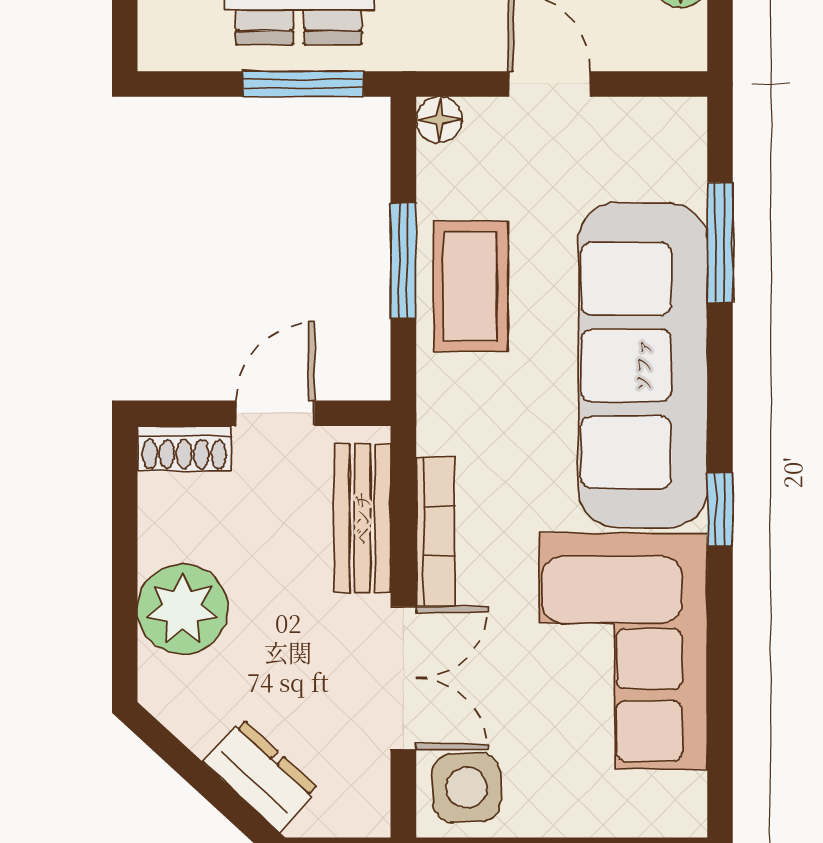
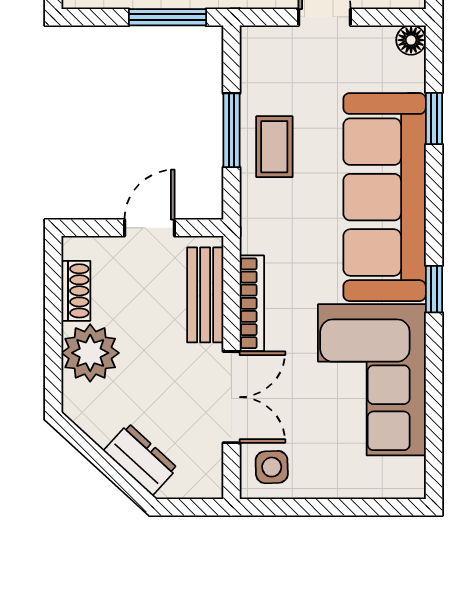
floor lamp: (439, 120) -> (411, 40), moved
window: (720, 242) -> (434, 119), width x0.67
coffee table: (471, 287) -> (274, 147), width x0.73, depth x0.77
shoe rack: (184, 449) -> (76, 291), moved, turned -90
side table: (466, 788) -> (272, 467), width x0.73, depth x0.73

